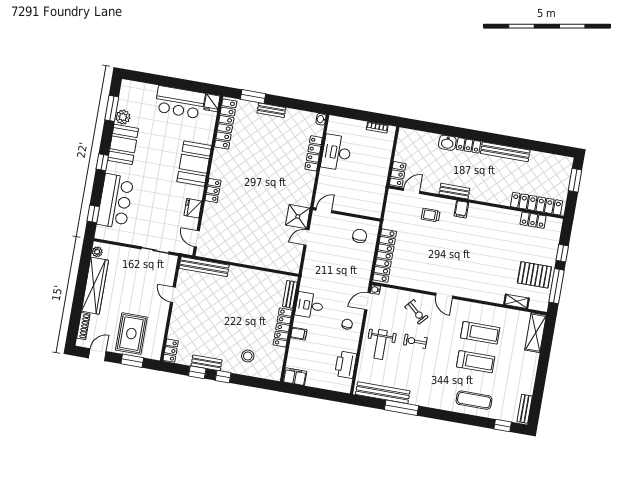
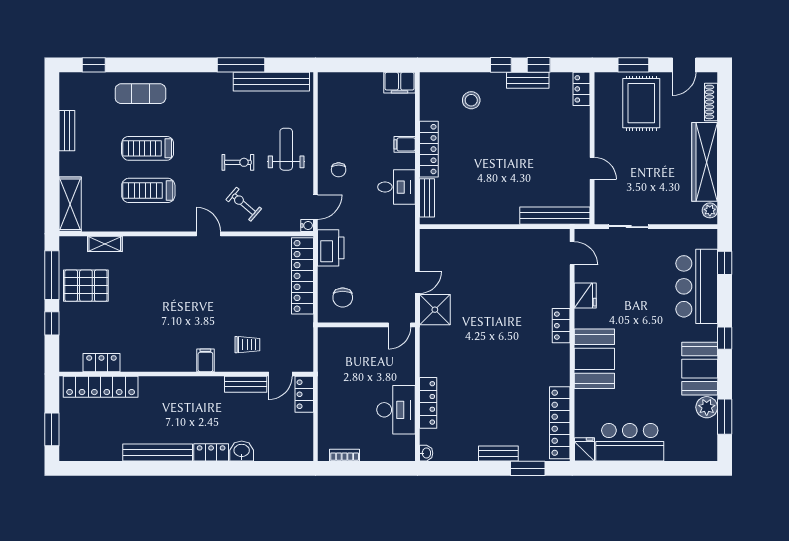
bench: (454, 191) -> (246, 384), moved
printer: (346, 365) -> (331, 248), moved
bench: (525, 409) -> (67, 131), moved

